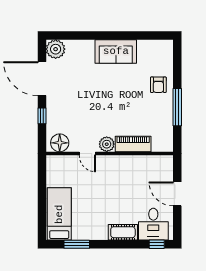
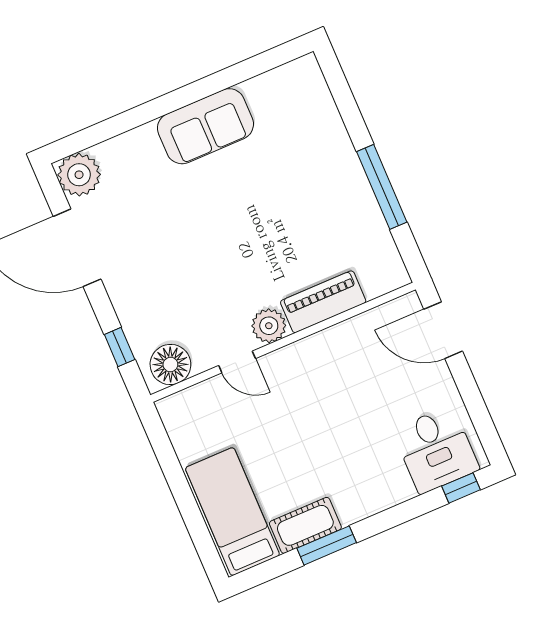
armchair: (158, 85) -> (323, 157), removed
window: (42, 116) -> (120, 347), moved
door: (177, 194) -> (443, 330), moved
cot: (123, 232) -> (305, 525), moved
window: (77, 244) -> (327, 545), moved

